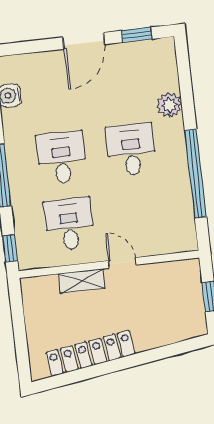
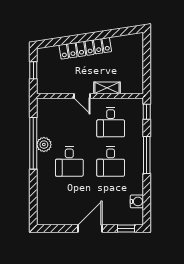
window: (137, 35) -> (126, 228), moved
plant: (169, 105) -> (44, 145), moved
locker: (91, 353) -> (85, 48), moved

